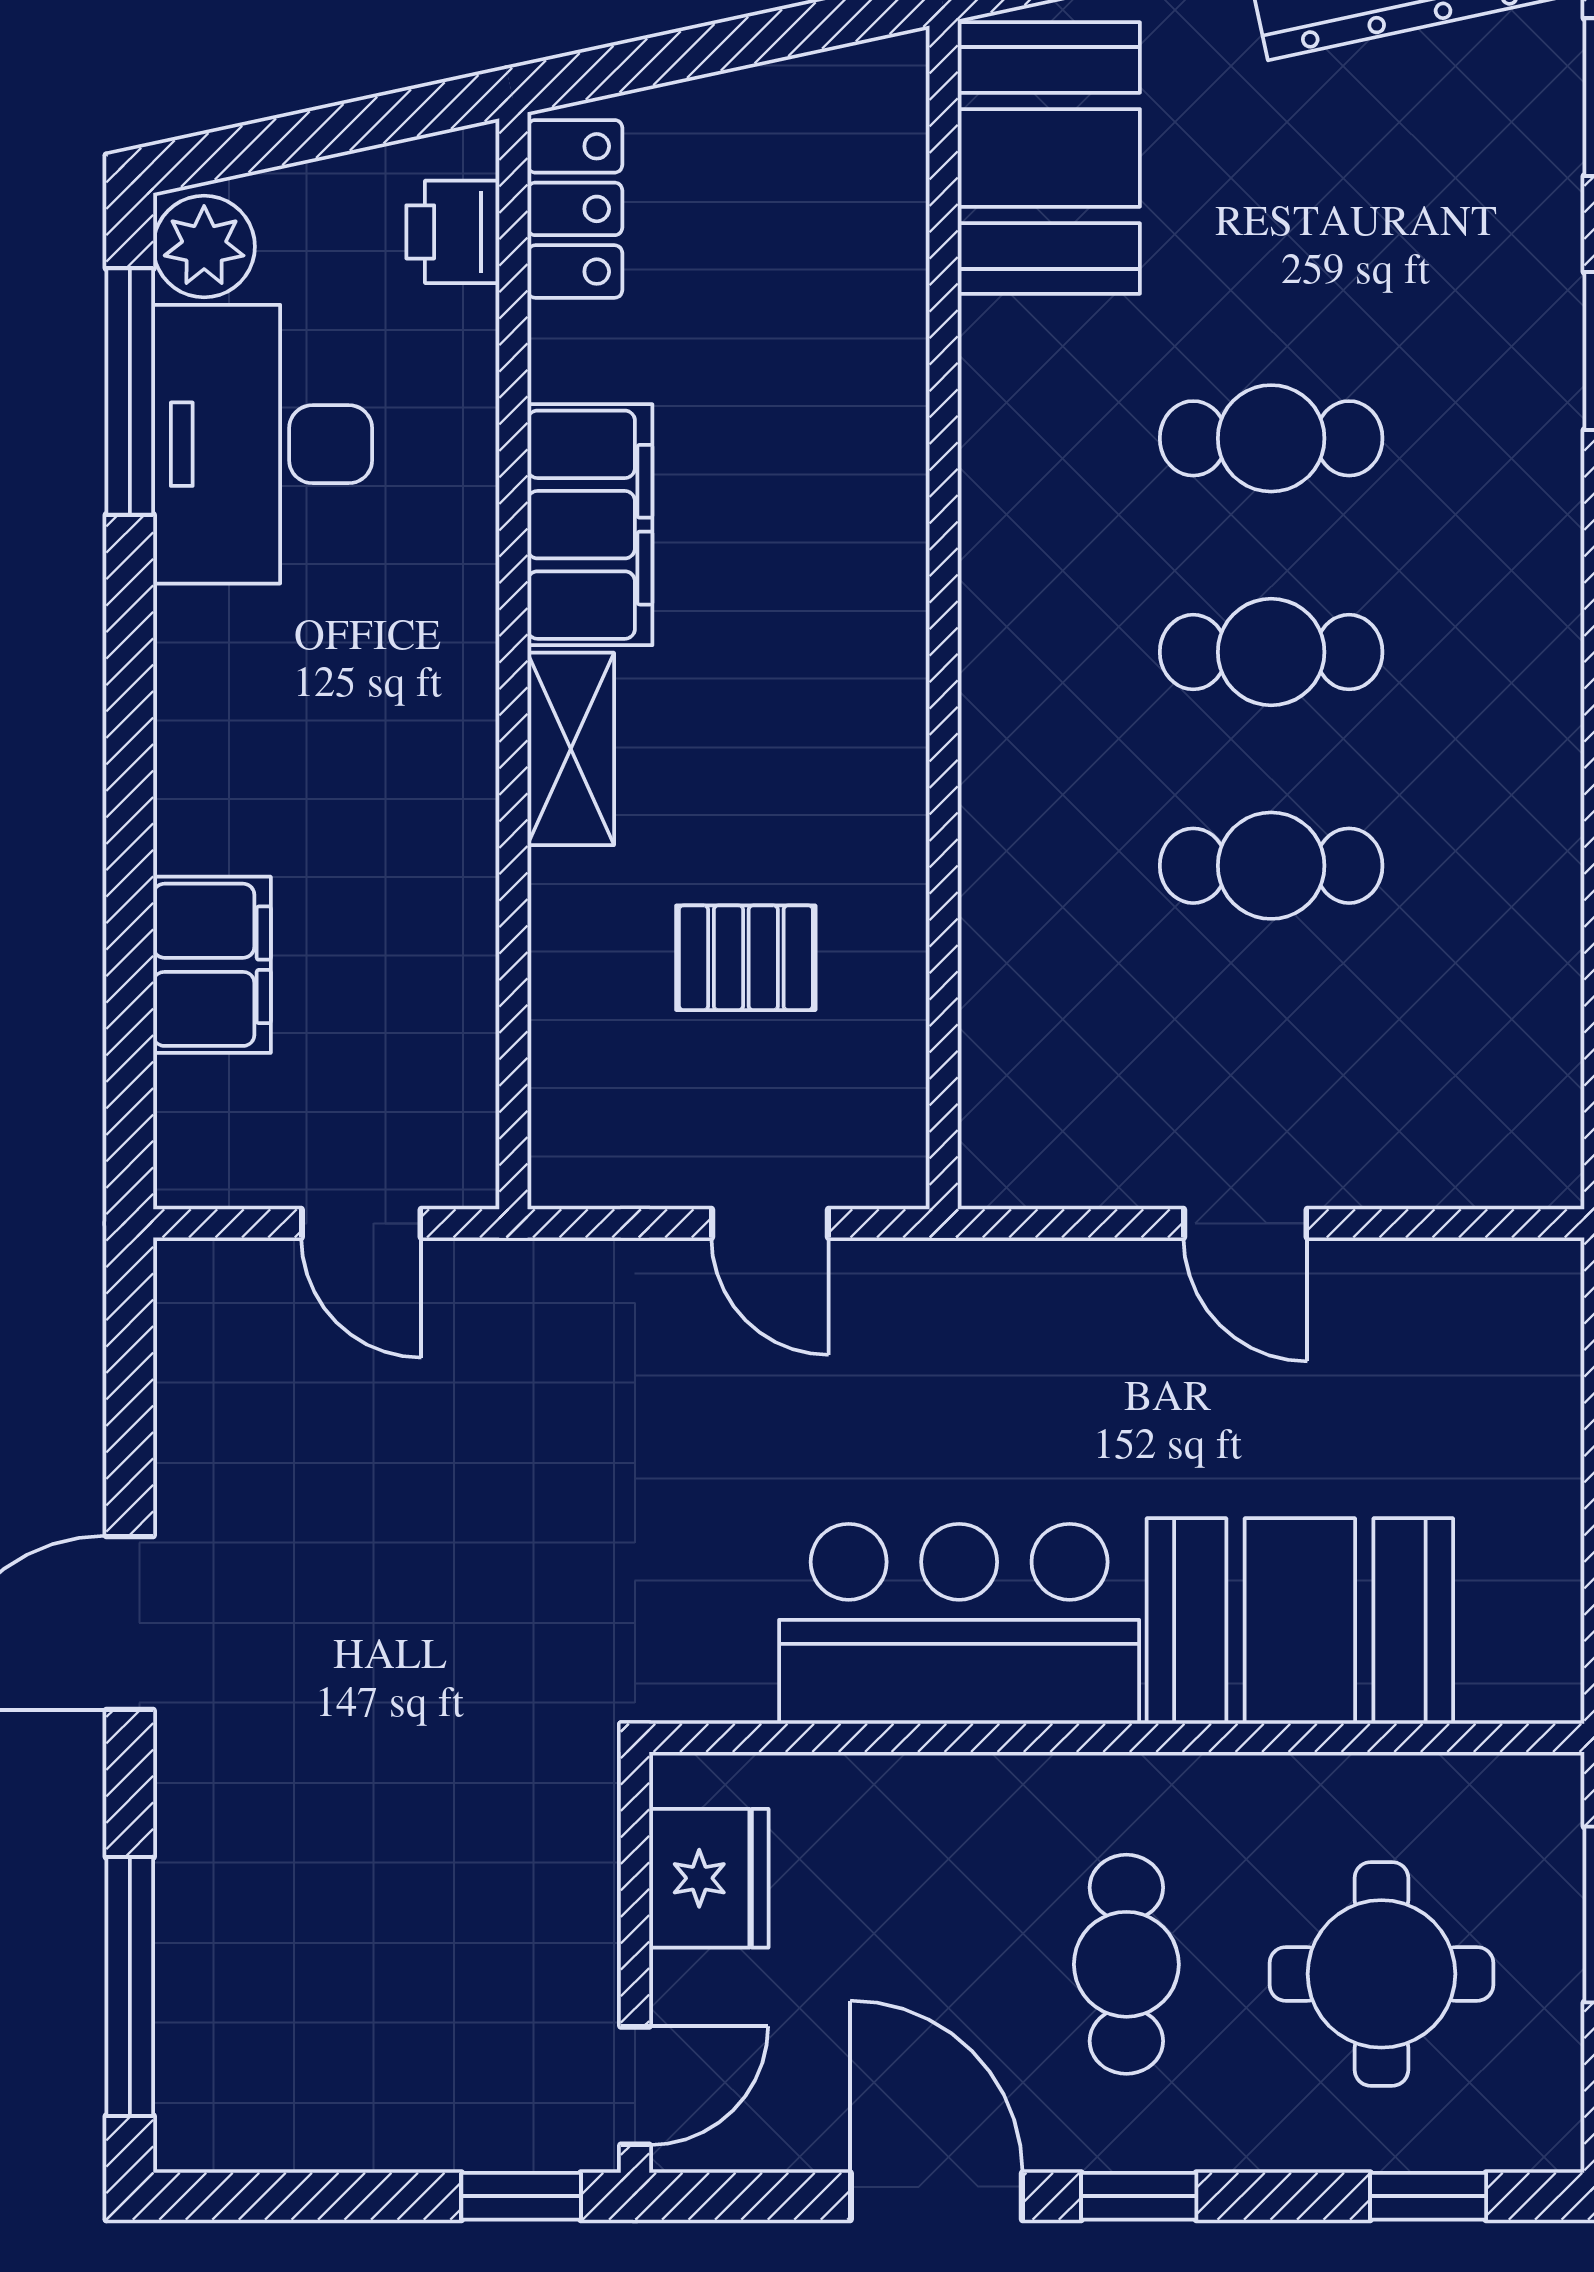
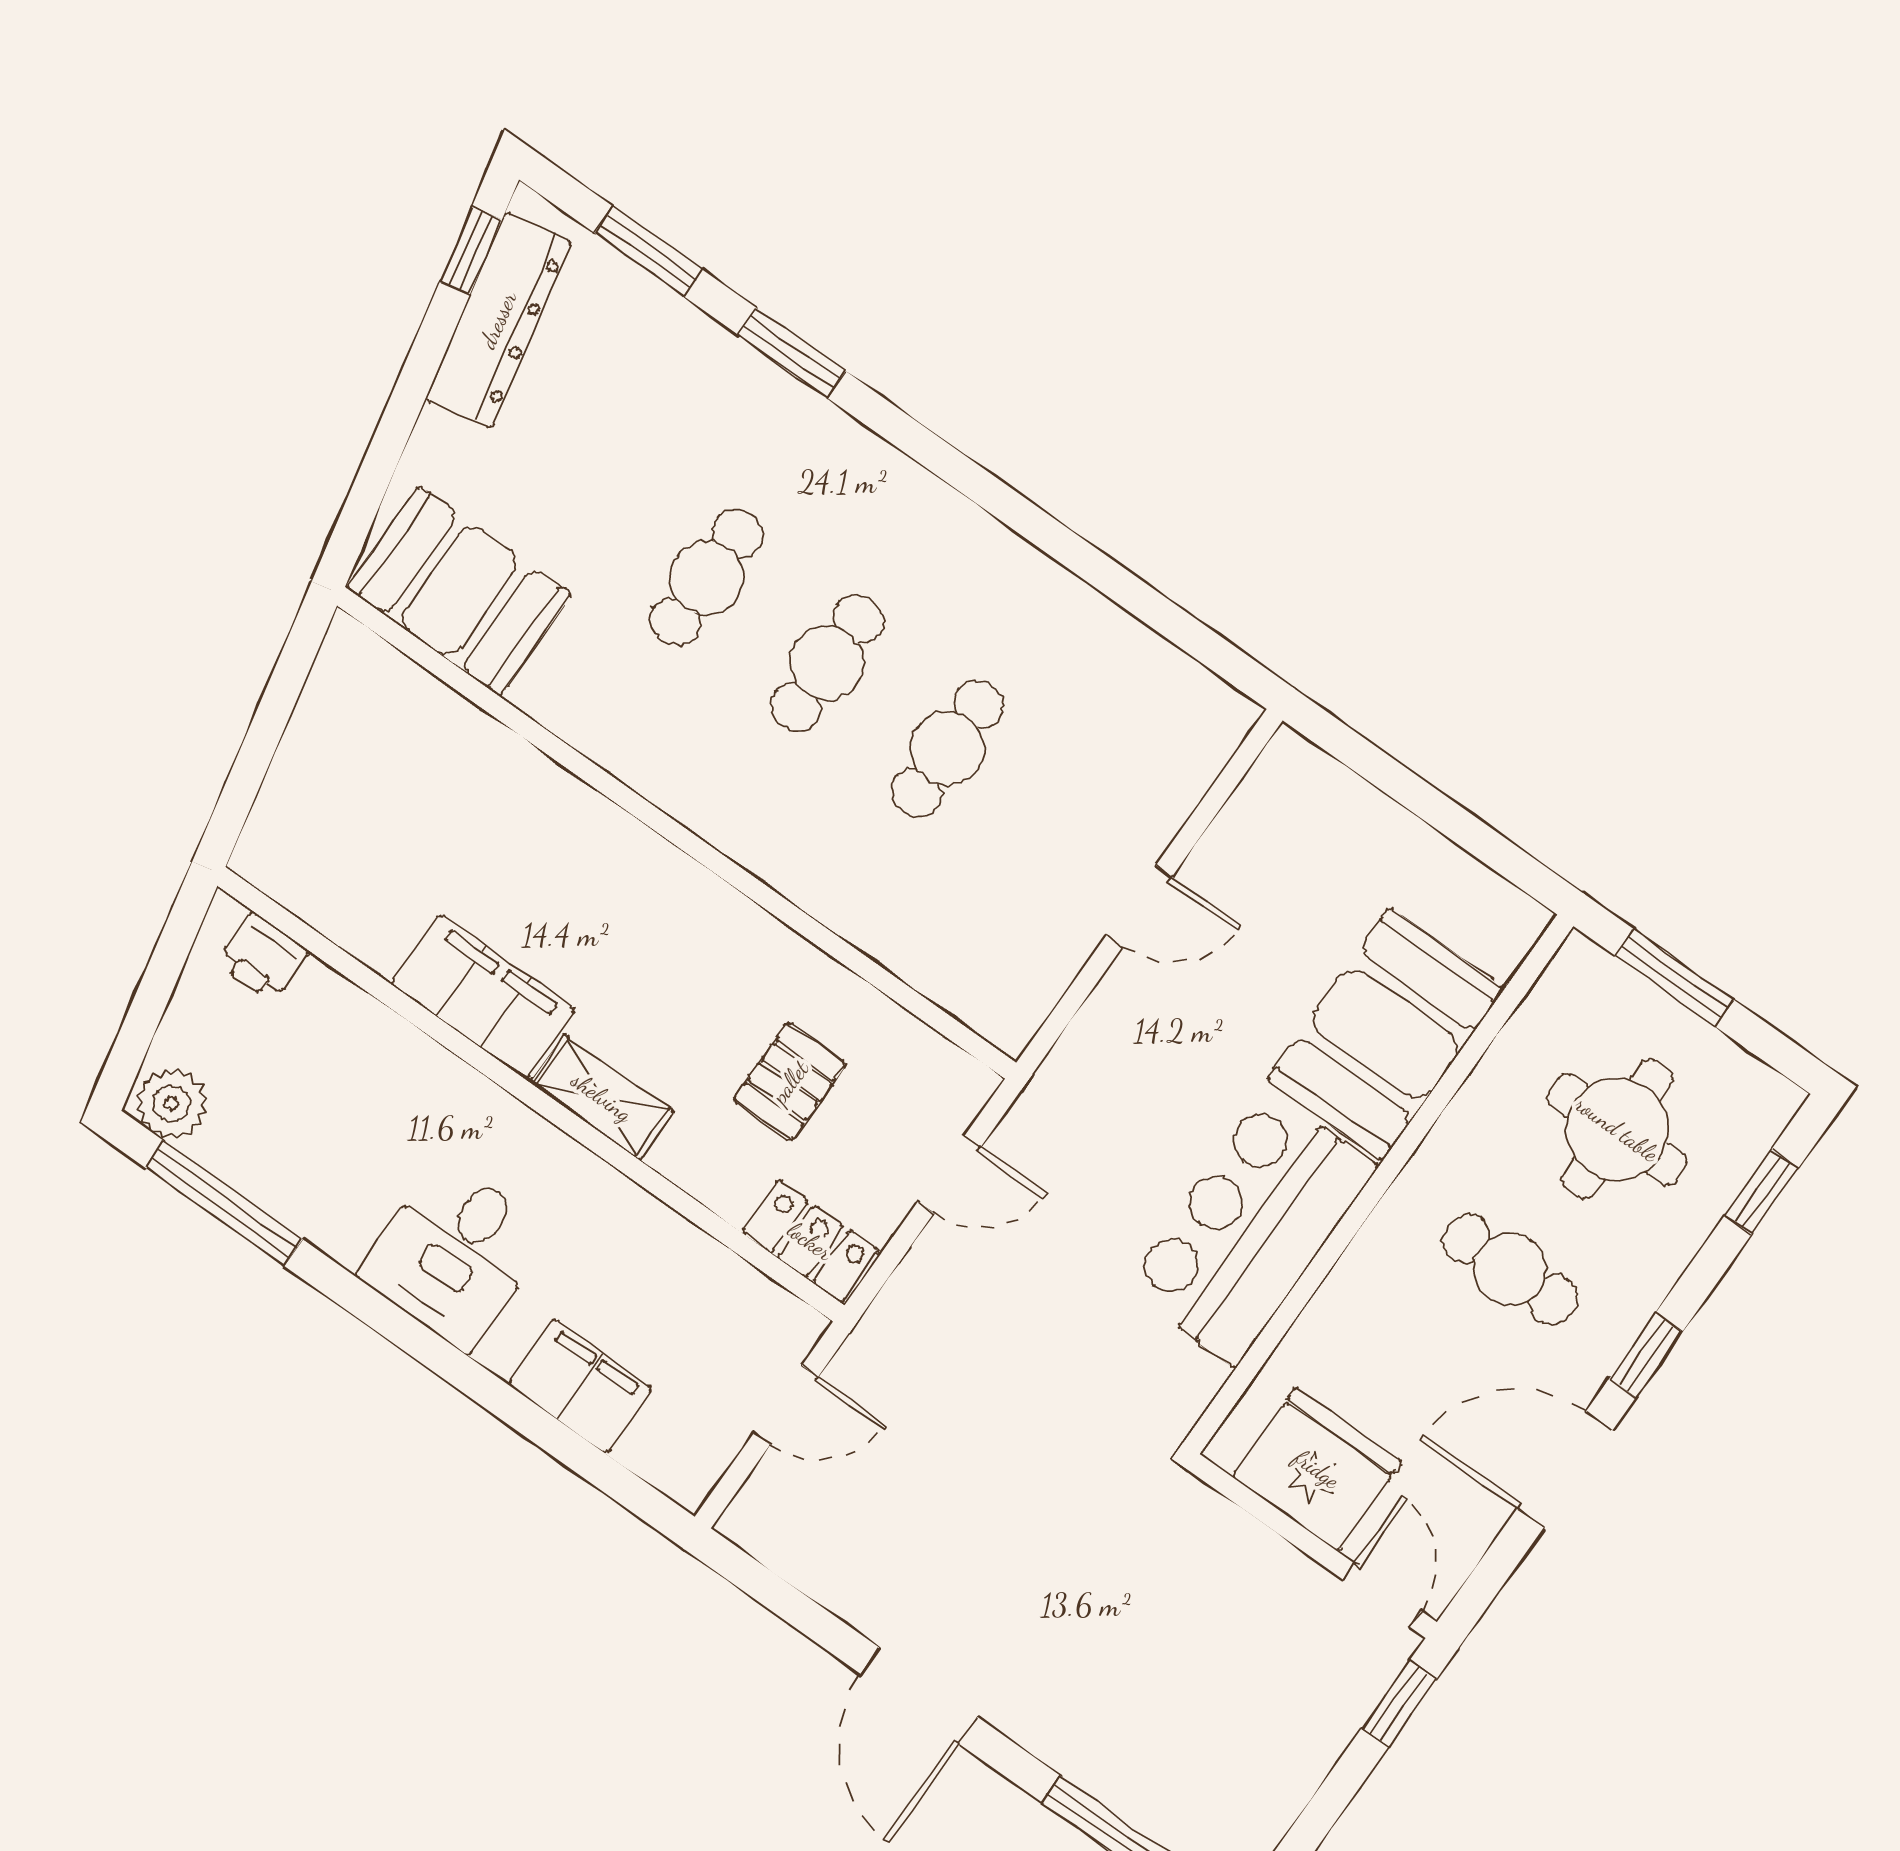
locker: (575, 209) -> (810, 1241), moved
desk: (263, 444) -> (455, 1254), moved, width x0.73
fridge: (709, 1878) -> (1317, 1469), width x1.36, depth x1.34

